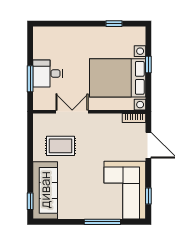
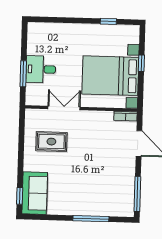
sofa: (45, 190) -> (35, 193), width x0.73
corner sofa: (125, 190) -> (114, 188), removed
window: (148, 196) -> (137, 194), width x2.17

